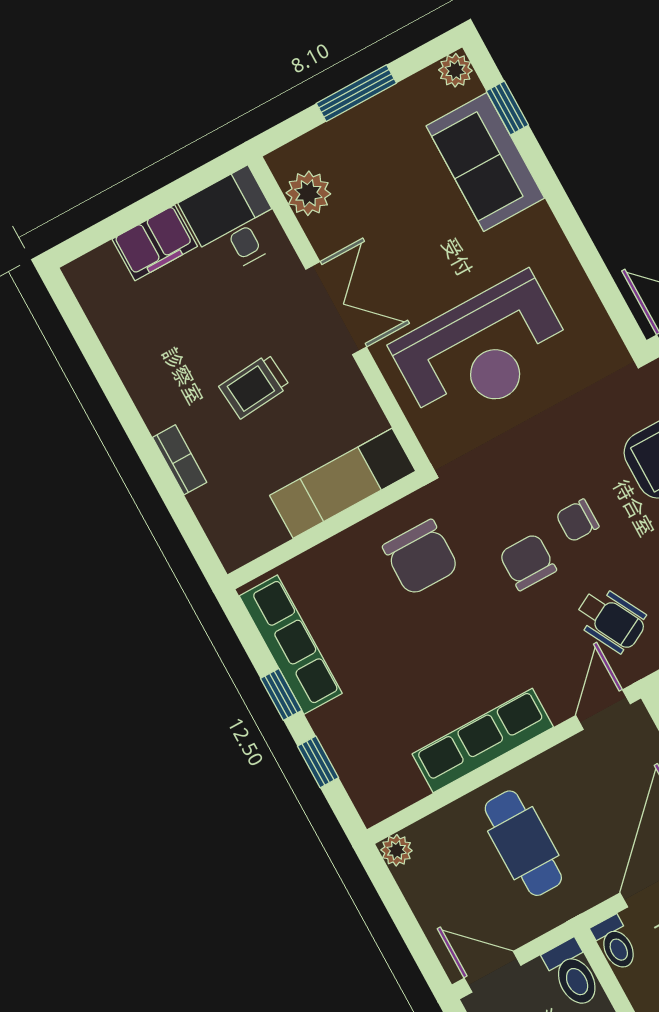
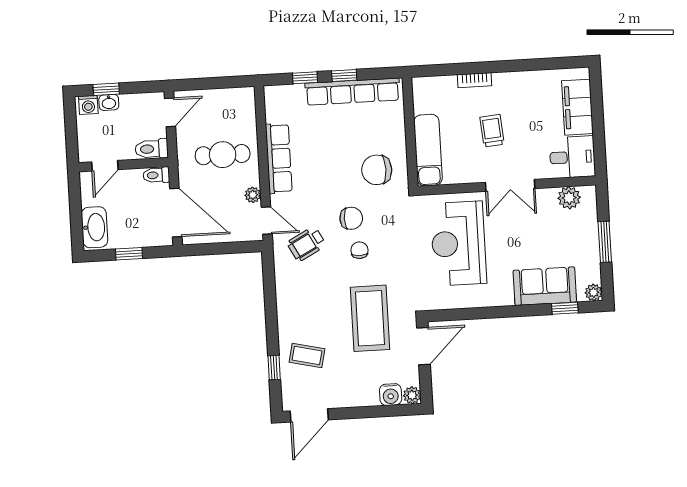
filing cabinet: (155, 243) -> (577, 107), width x1.50, depth x1.17
row of seats: (291, 645) -> (352, 92), width x1.36
plant: (397, 850) -> (253, 195), moved

